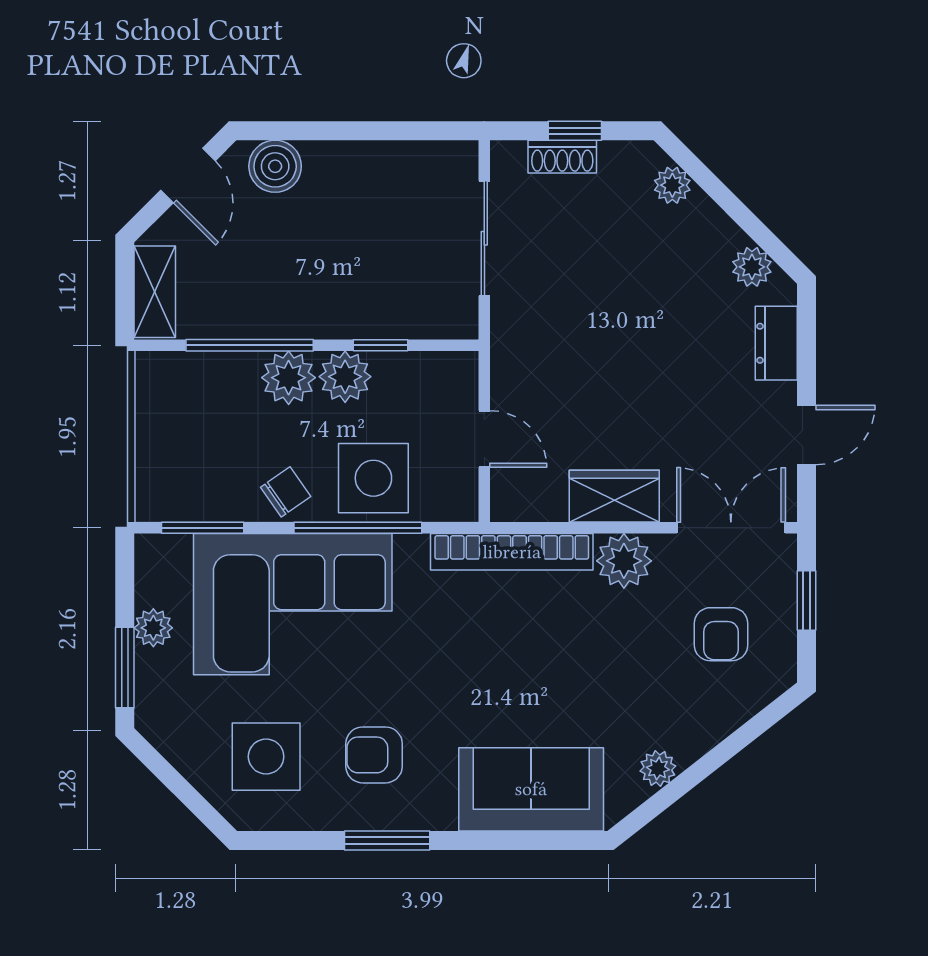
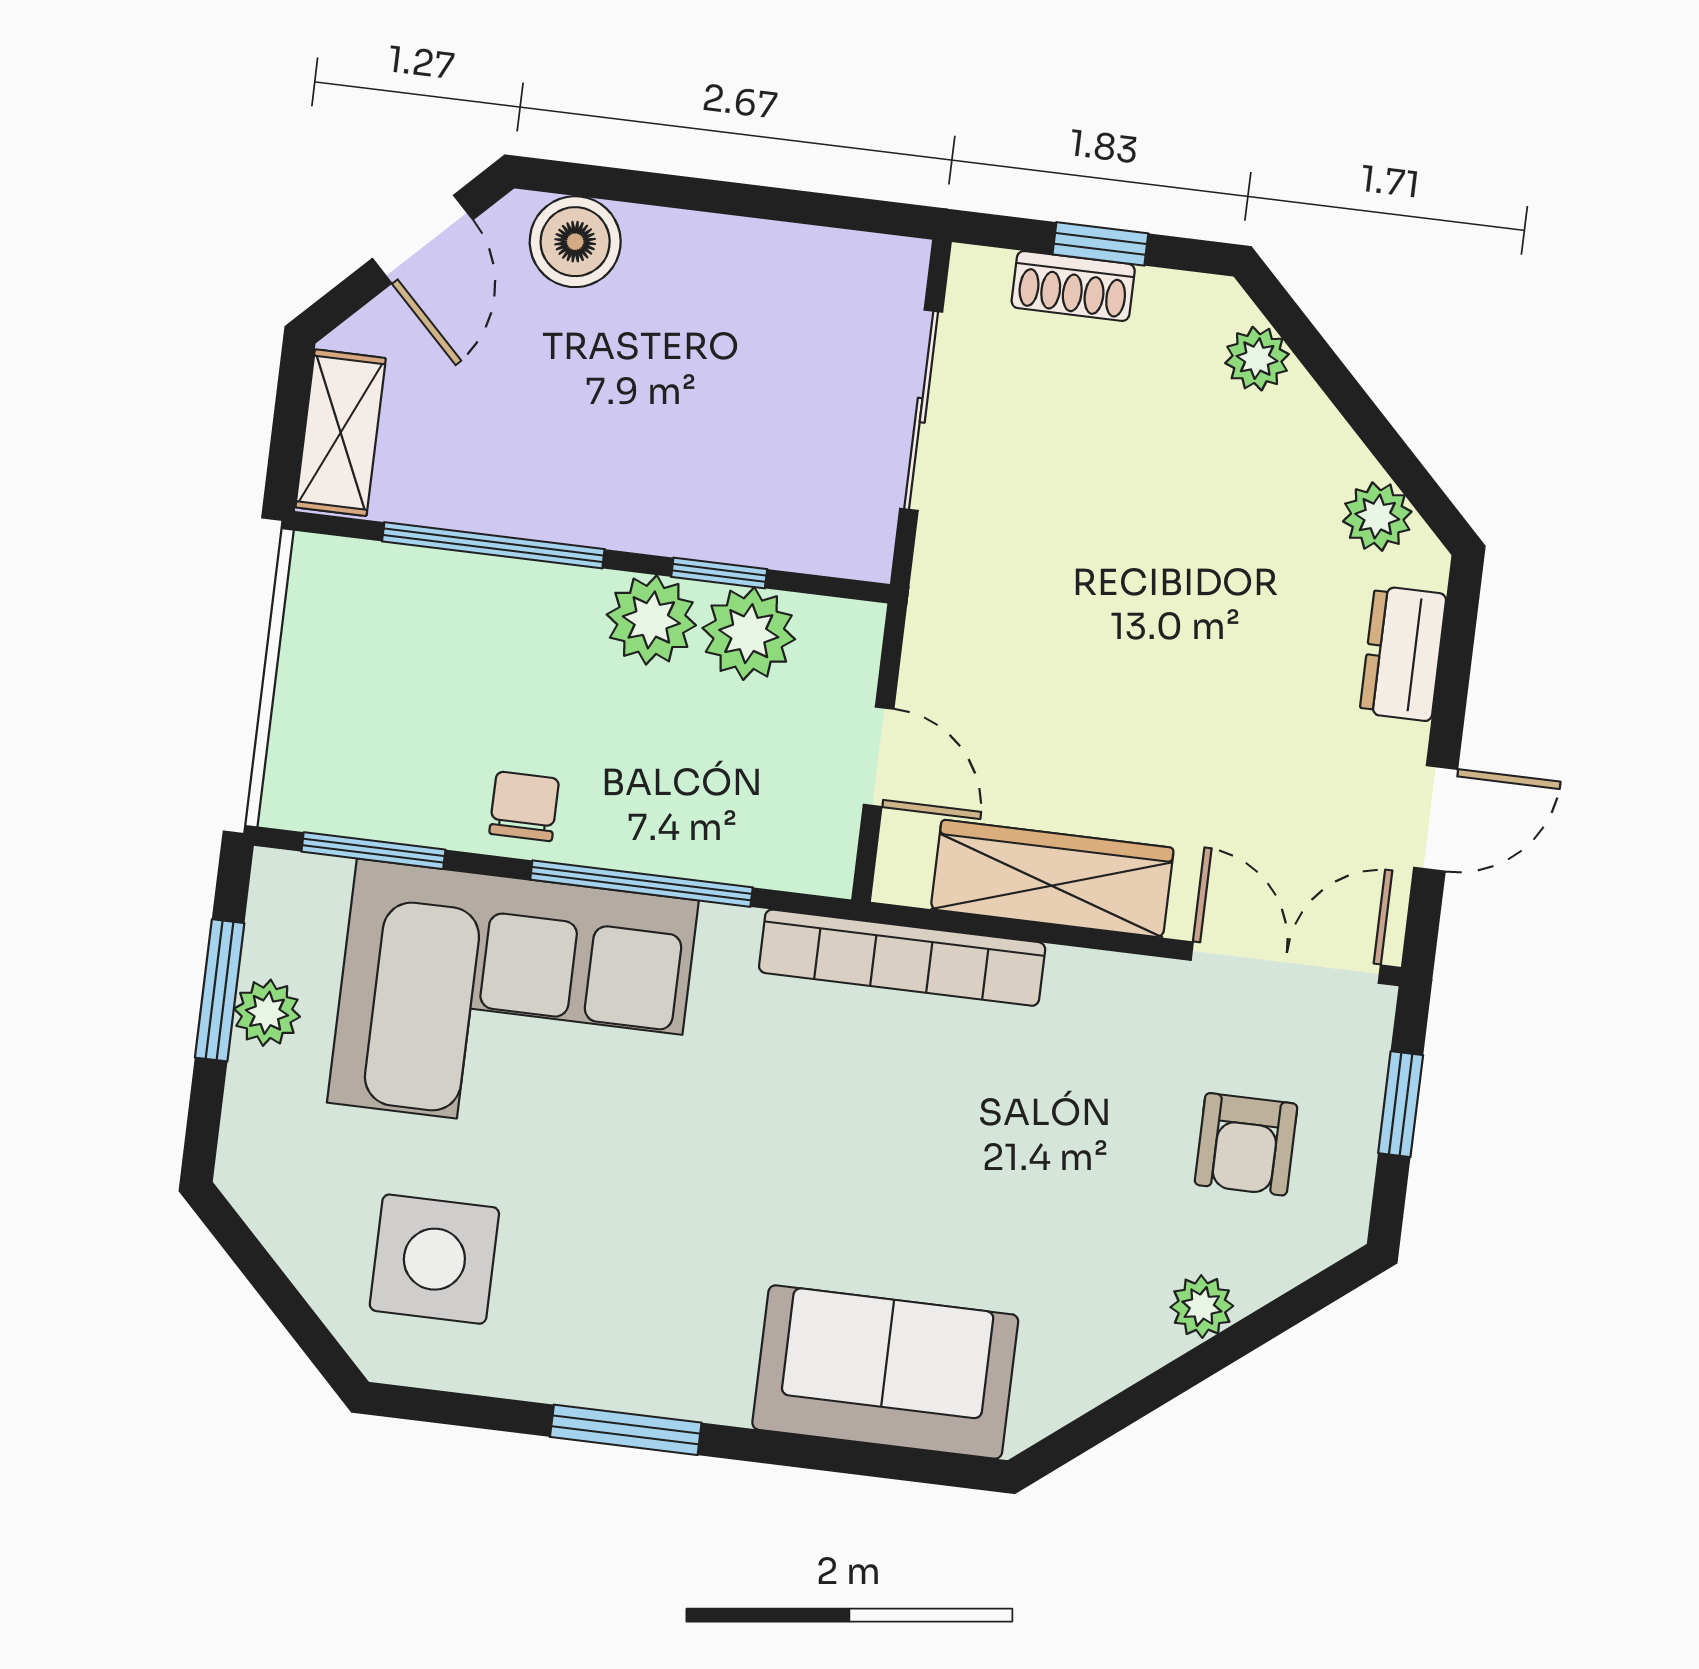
plant: (289, 378) -> (749, 634), moved
side table: (373, 478) -> (679, 801), removed
chair: (286, 492) -> (524, 806), turned -55
wardrobe: (614, 496) -> (1052, 879), width x1.50
plant: (624, 561) -> (1094, 997), removed
window: (125, 668) -> (220, 990), moved
armchair: (374, 755) -> (621, 1279), removed
plant: (658, 768) -> (1202, 1307), moved

